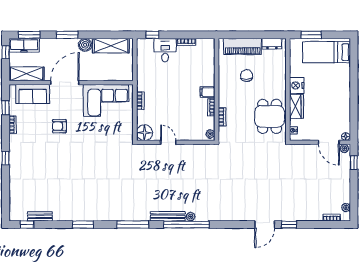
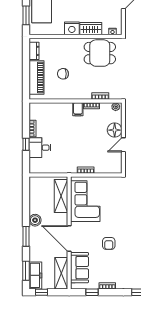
window: (152, 35) -> (26, 144), moved
shelving: (111, 46) -> (61, 196), moved
floor lamp: (145, 133) -> (115, 130), moved

